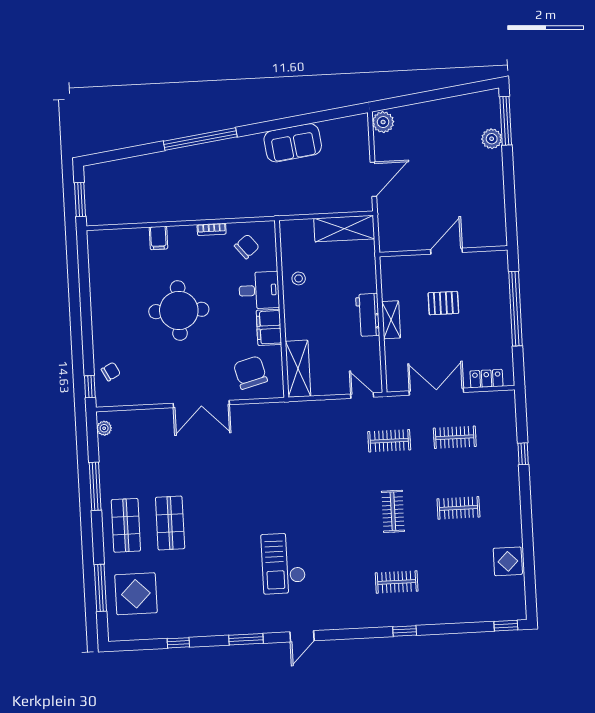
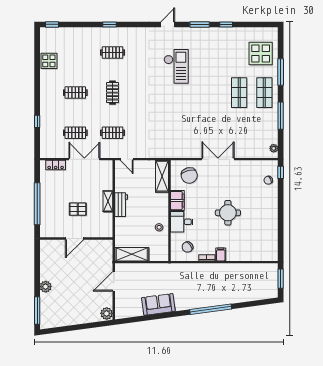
plant: (492, 139) -> (46, 287), moved
filing cabinet: (158, 238) -> (221, 254), moved
round table: (179, 310) -> (228, 213), width x0.73, depth x0.73
double door: (436, 392) -> (84, 159), swing flipped
window: (100, 588) -> (281, 72), moved
window: (178, 643) -> (226, 24), moved

